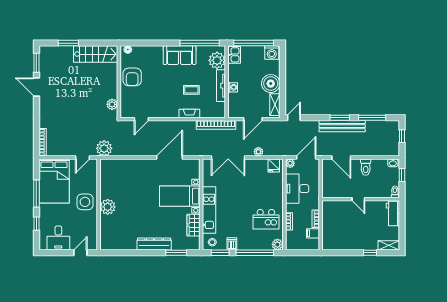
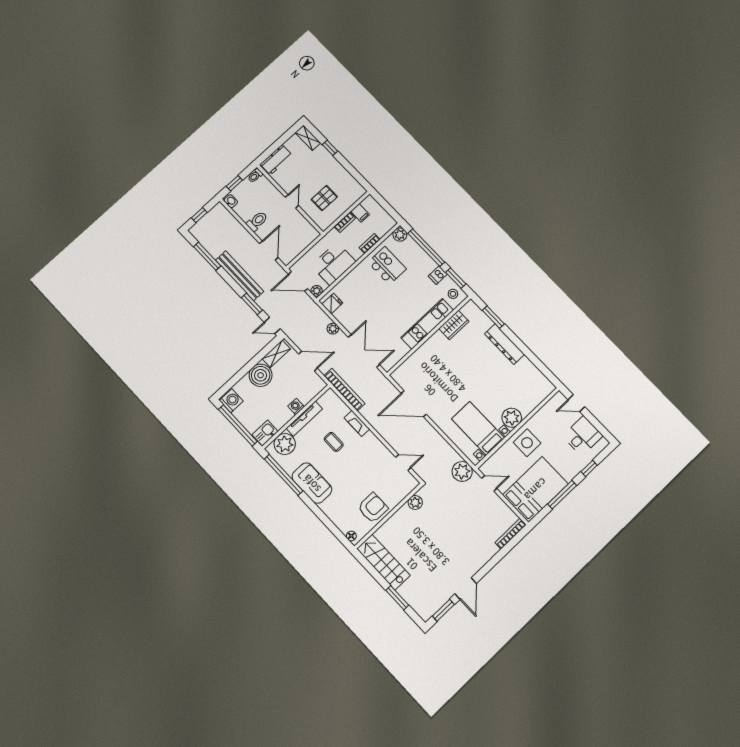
window: (340, 118) -> (252, 304), moved
bed with nightstands: (180, 196) -> (478, 428), moved, turned 180
pallet: (342, 220) -> (324, 198), added

